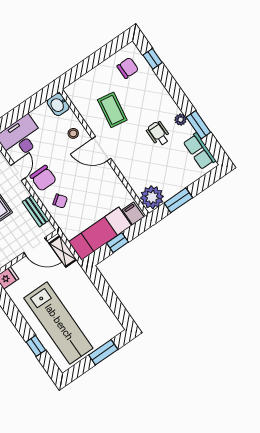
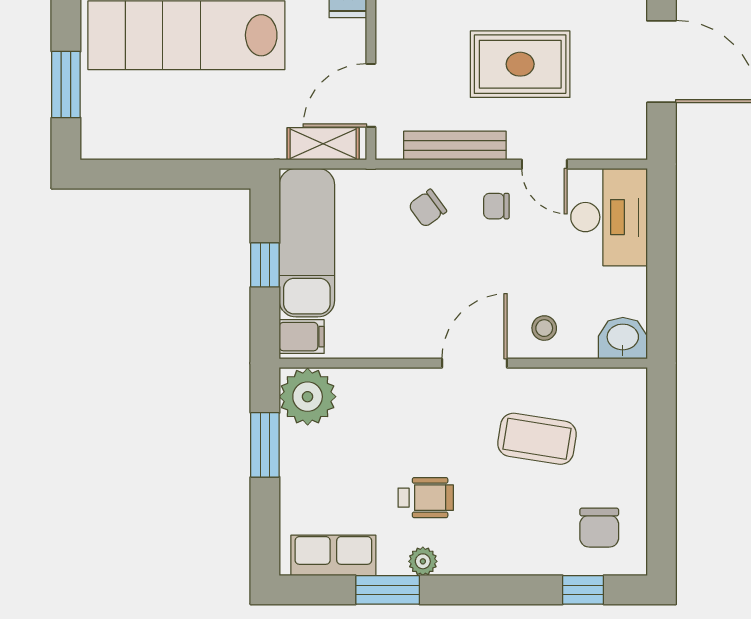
chair: (43, 178) -> (496, 206), width x0.54, depth x0.54
bench: (36, 211) -> (455, 146), width x1.36

